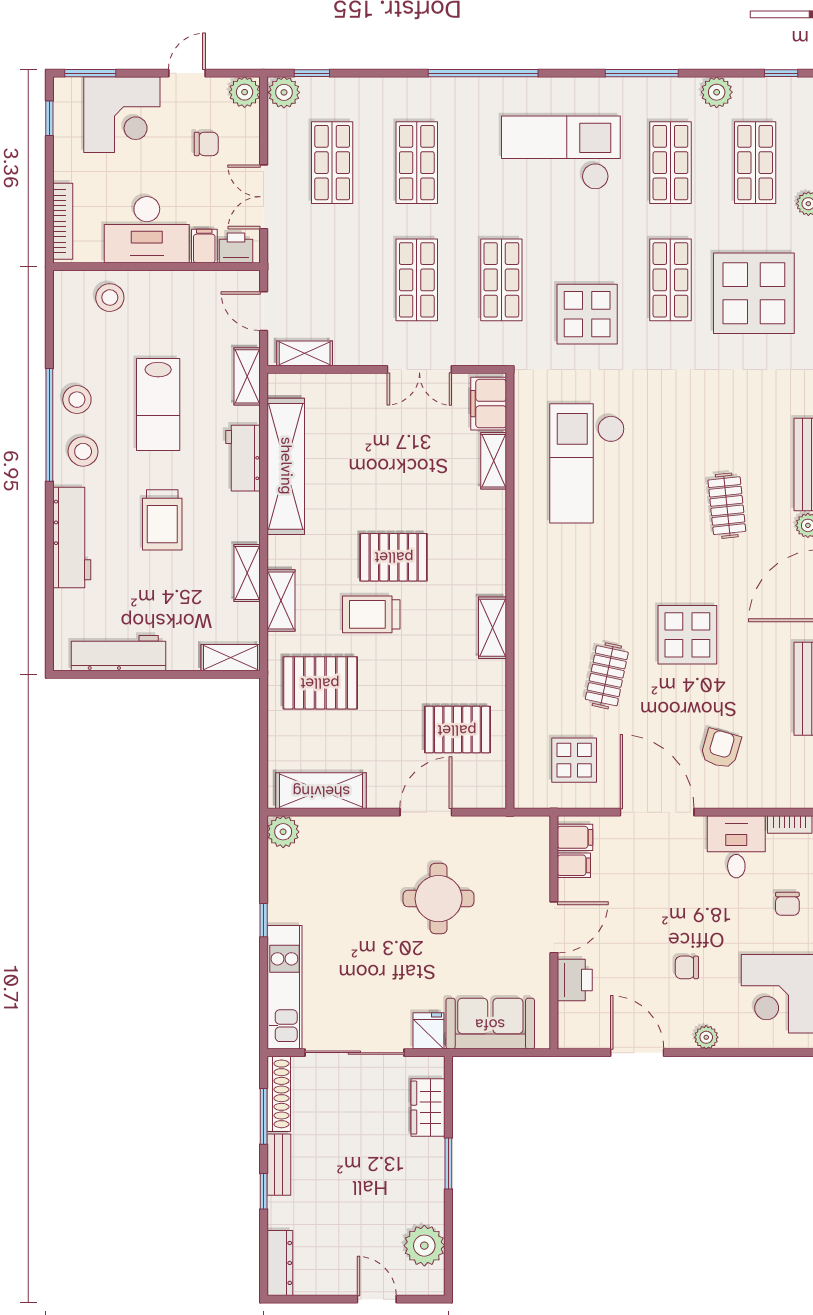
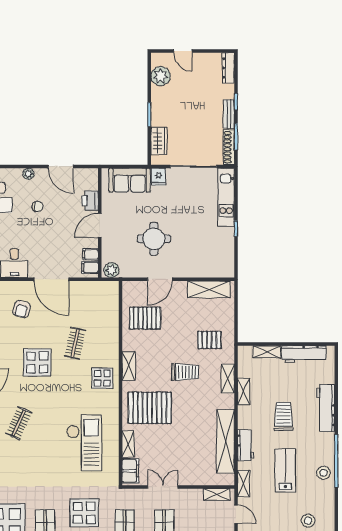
stool: (83, 451) -> (321, 448), removed
clothes rail: (727, 506) -> (19, 423), turned 30
pallet: (394, 557) -> (150, 408), moved, width x1.37, depth x1.41
shelving: (231, 658) -> (267, 352), moved
pallet: (320, 683) -> (209, 340), width x0.67, depth x0.71
display table: (574, 760) -> (102, 378), moved
plant: (283, 832) -> (111, 270), moved

